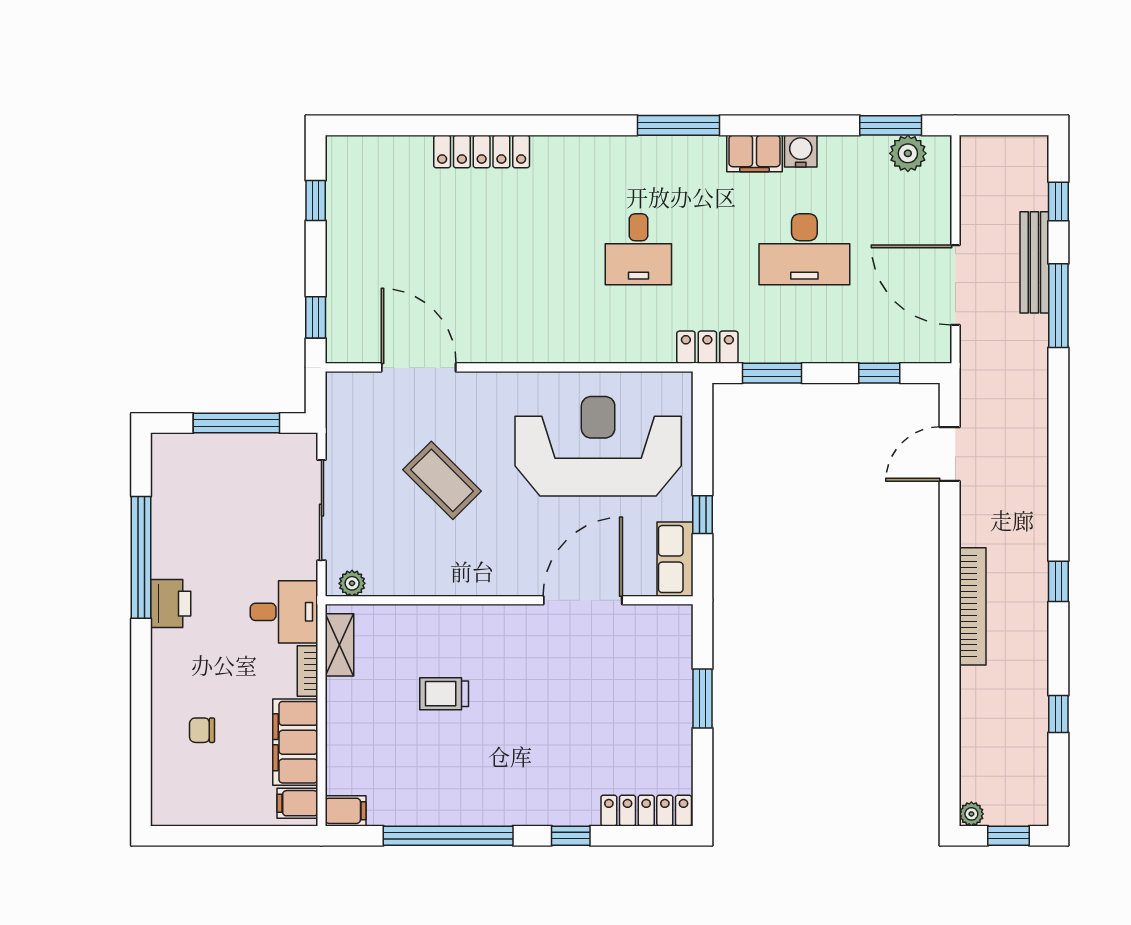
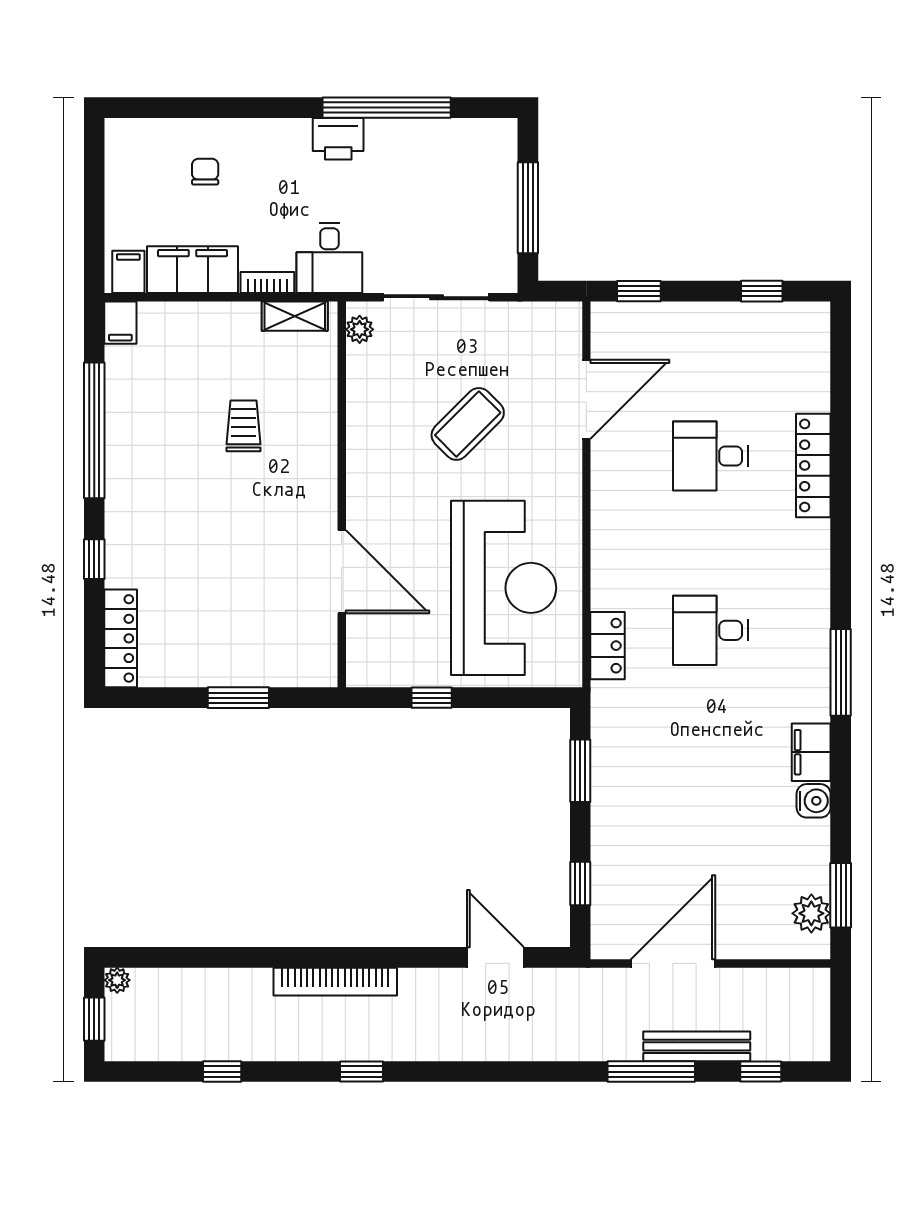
desk: (804, 249) -> (710, 456), moved, width x0.73
locker: (707, 347) -> (608, 646), moved
row of seats: (675, 559) -> (385, 669), removed

